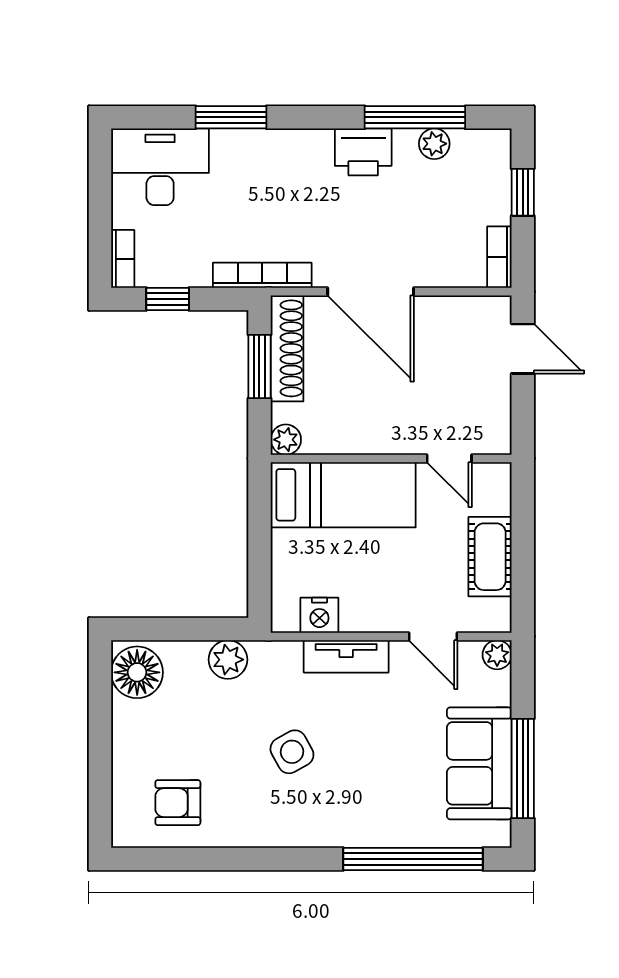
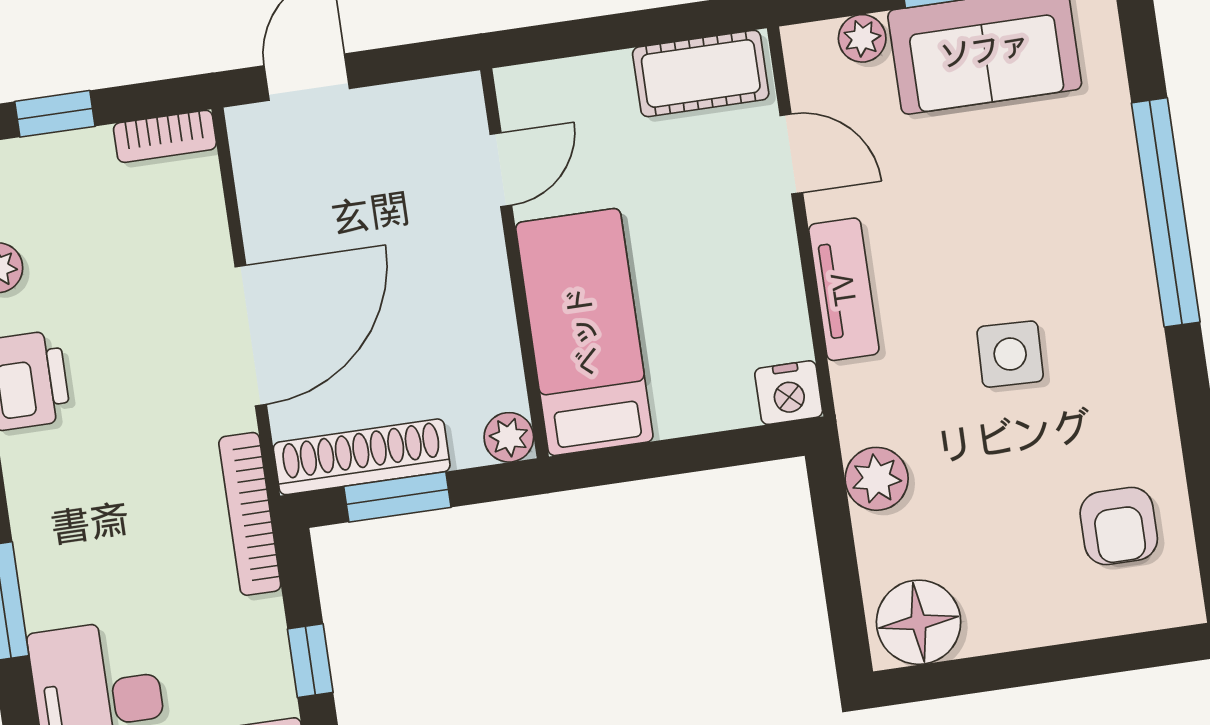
cot: (490, 557) -> (701, 73), moved
nightstand: (319, 615) -> (789, 393), moved, turned 90
door: (433, 636) -> (791, 154), hinge flipped
plant: (497, 655) -> (862, 38), moved
side table: (292, 752) -> (1010, 354), turned 31
window: (413, 859) -> (1166, 212), moved

